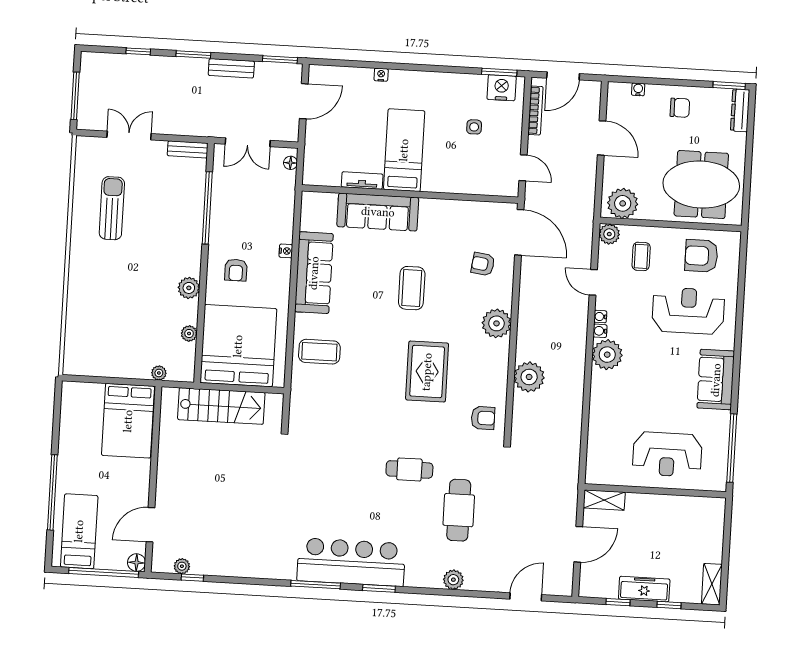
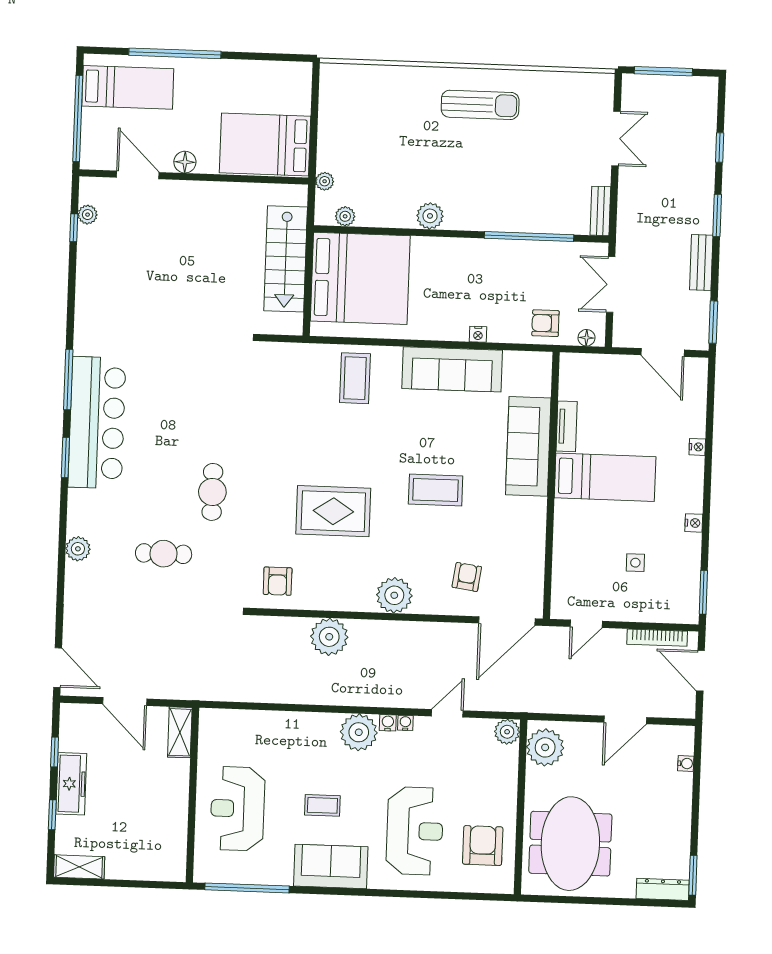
nightstand: (502, 88) -> (694, 523), moved, width x0.53, depth x0.56
chair: (680, 108) -> (664, 815), removed
sun lounger: (112, 208) -> (480, 105), moved
coffee table: (641, 256) -> (322, 805), moved
armchair: (236, 270) -> (545, 323), moved
plant: (189, 334) -> (345, 216), moved
cafe table: (459, 510) -> (164, 554), width x0.73, depth x0.74
floor lamp: (137, 563) -> (185, 162), moved
door: (526, 597) -> (58, 668), moved

